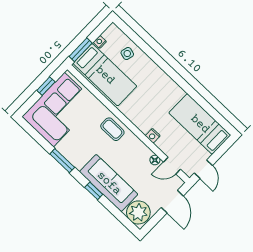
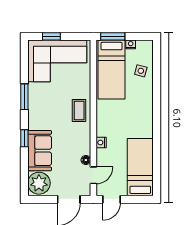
window: (46, 86) -> (51, 36), moved
door: (172, 166) -> (93, 175), swing flipped
sofa: (109, 183) -> (40, 151), width x0.73

